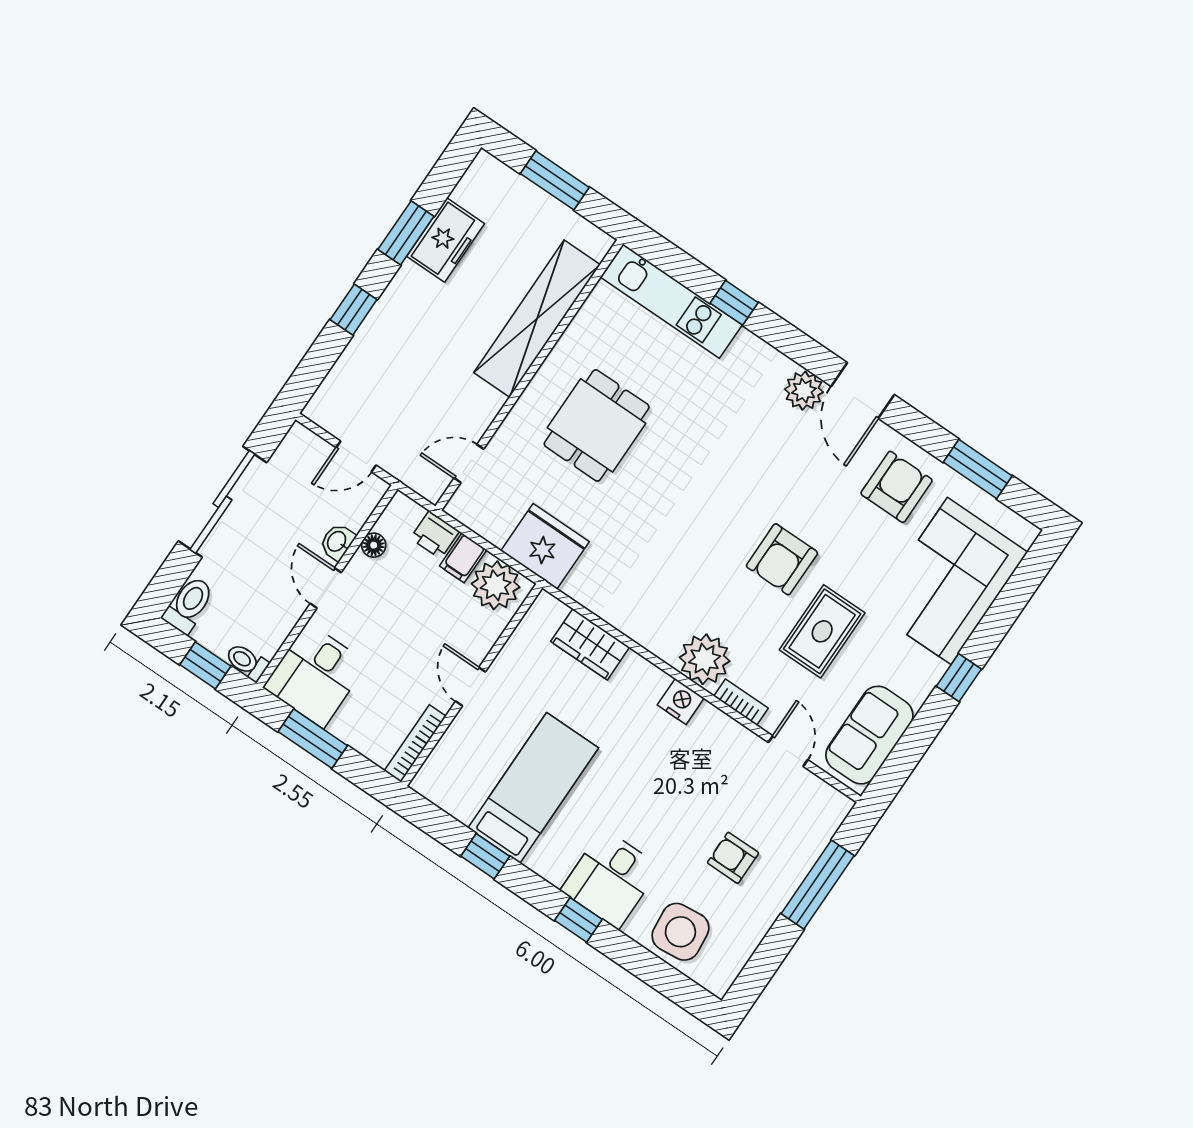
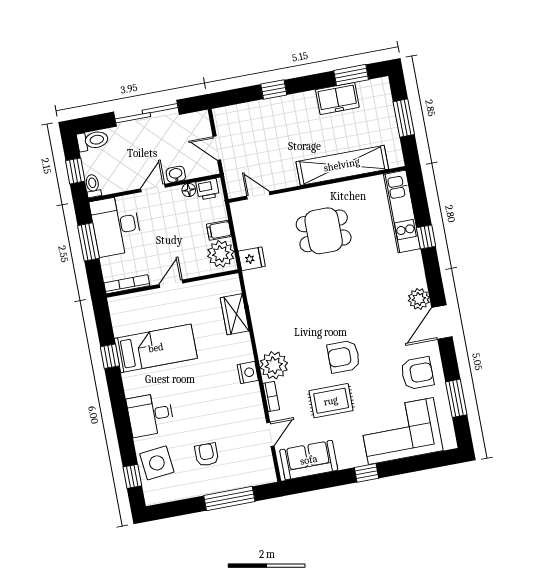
window: (406, 233) -> (351, 75), moved
printer: (435, 535) -> (208, 189), moved, turned -90
fridge: (545, 546) -> (252, 259), width x0.53, depth x0.75
desk: (315, 675) -> (116, 226), width x1.37
window: (578, 920) -> (132, 476), moved

